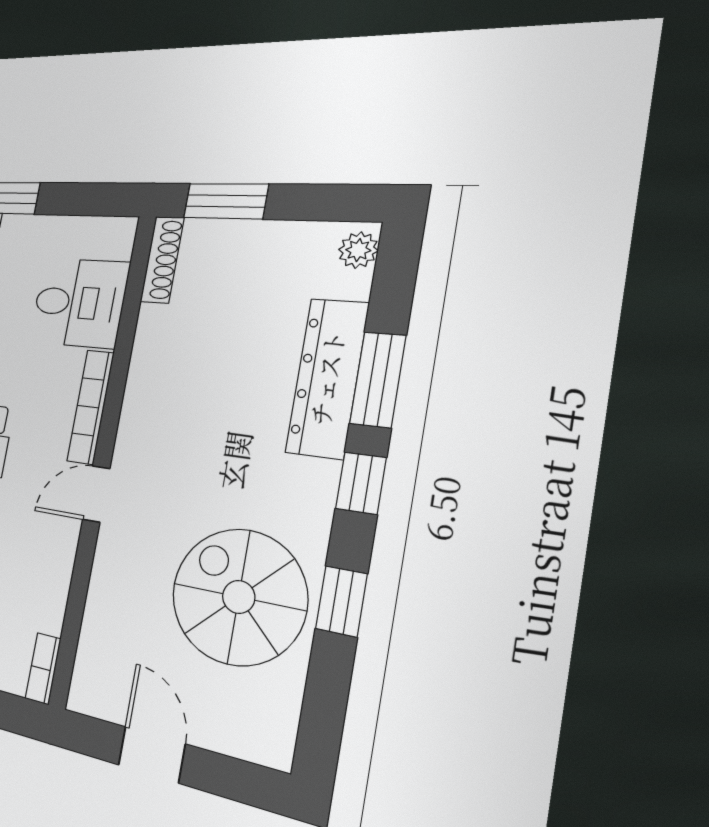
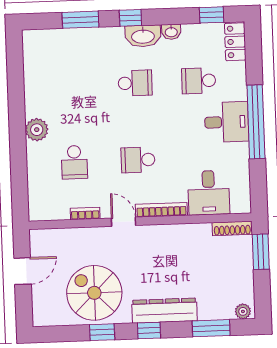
dresser: (327, 378) -> (164, 311), moved
window: (378, 380) -> (211, 328), moved
spiral stairs: (239, 597) -> (94, 293), turned -90
bookcase: (43, 669) -> (85, 213), moved

